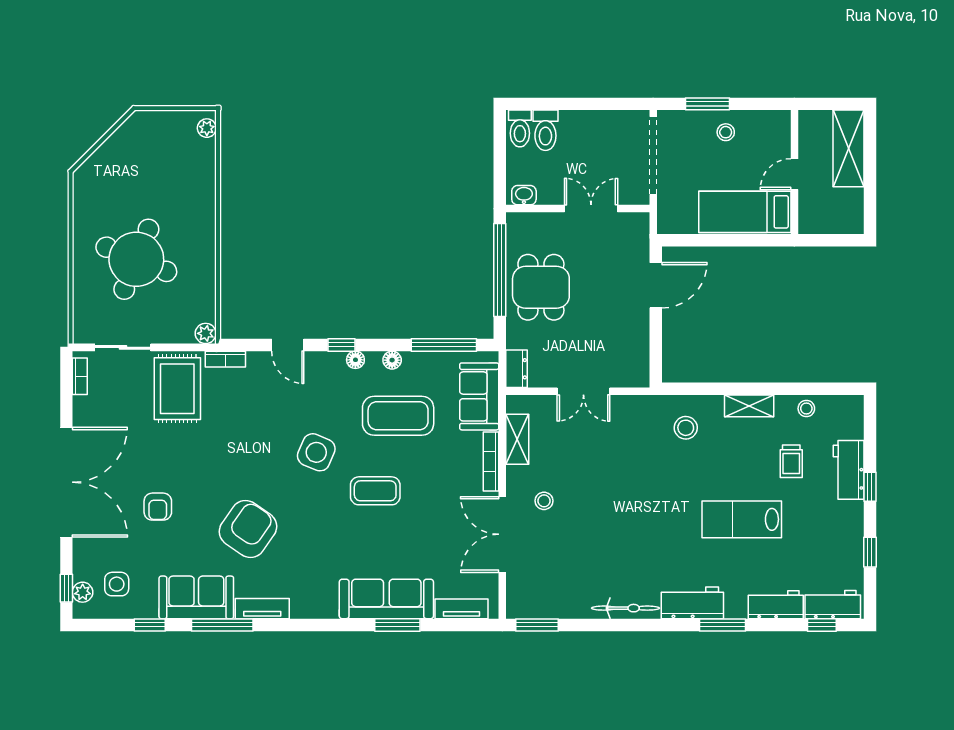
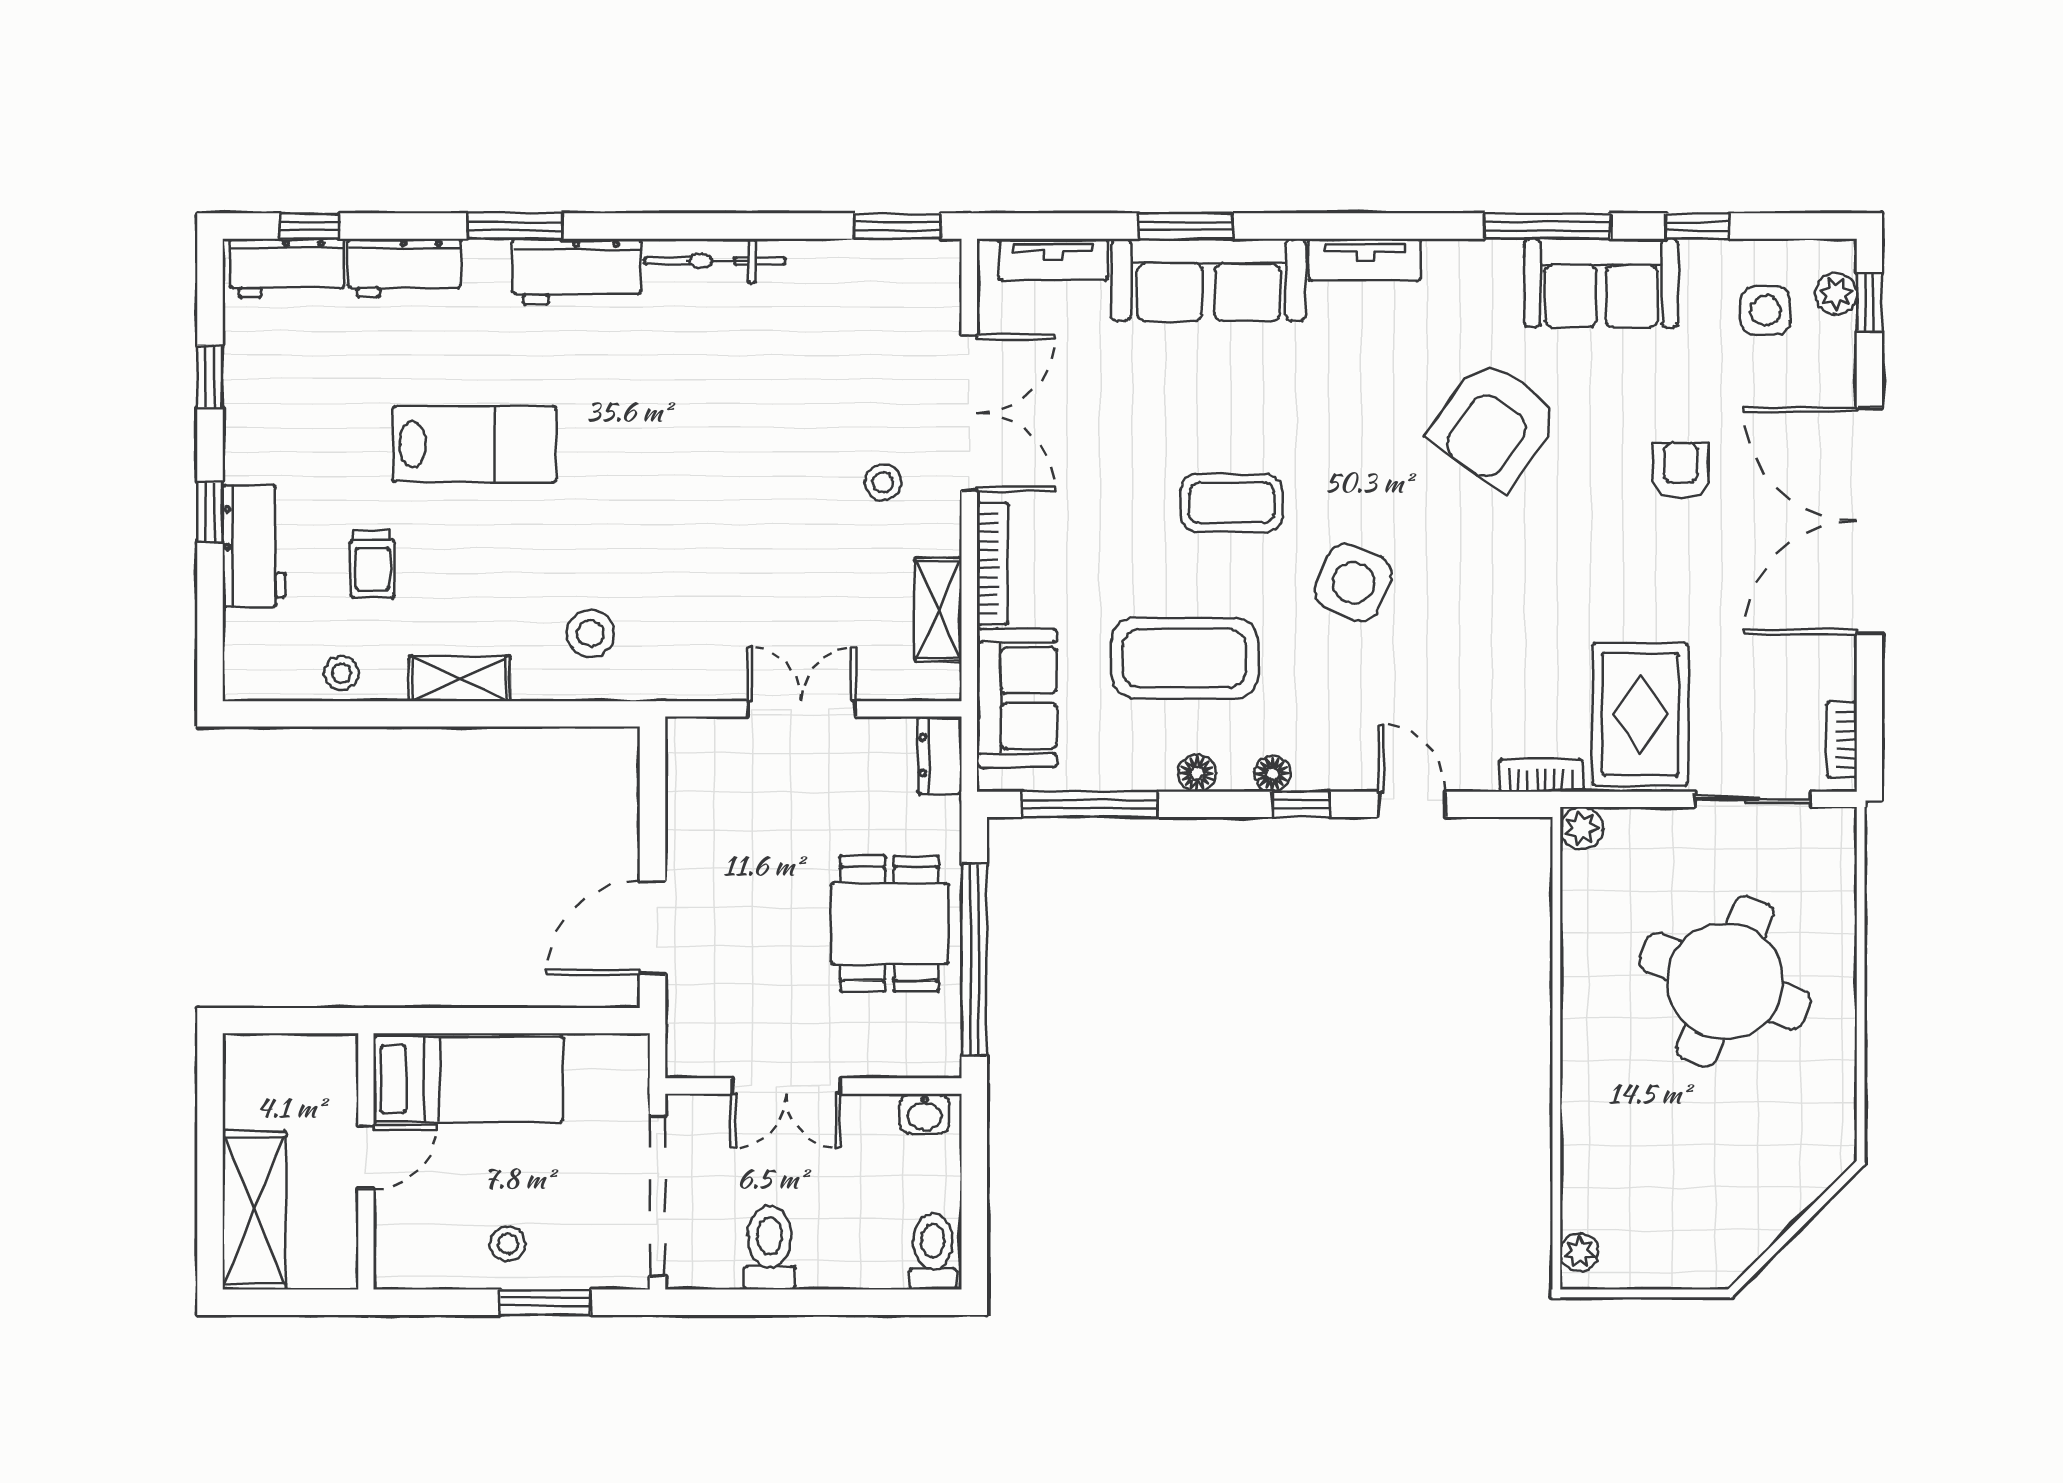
toilet: (545, 130) -> (770, 1248), moved
trolley: (791, 461) -> (372, 564), turned 180
tv unit: (262, 609) -> (1365, 260), moved

